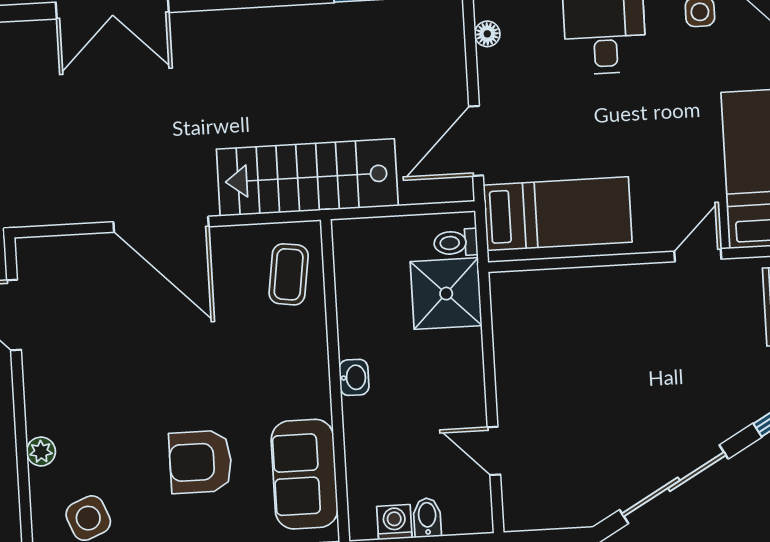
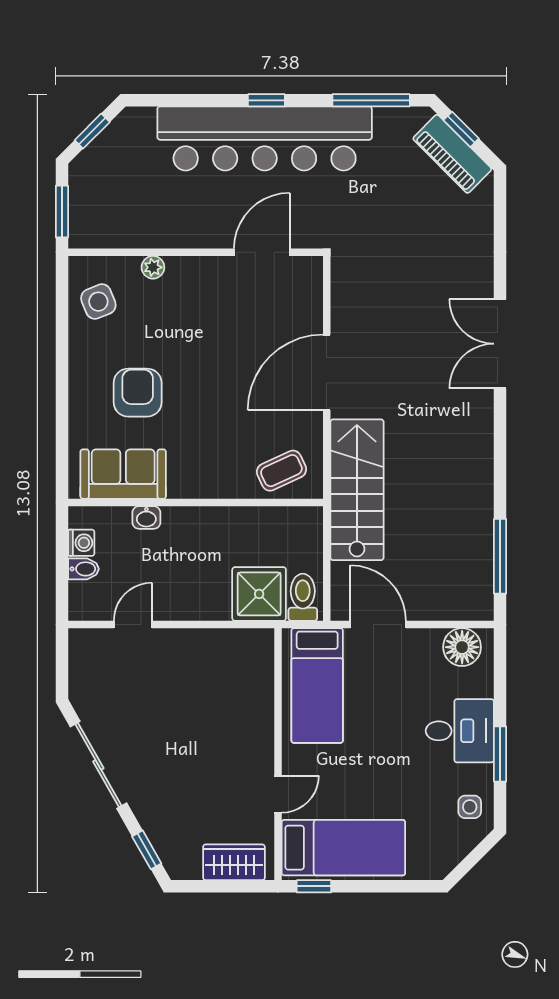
floor lamp: (487, 34) -> (462, 647), width x1.89, depth x1.89
toilet: (456, 243) -> (303, 597), width x1.37, depth x1.39
door: (698, 255) -> (278, 794), hinge flipped
coffee table: (289, 274) -> (281, 471), turned -33
washbasin: (354, 377) -> (146, 517), moved

